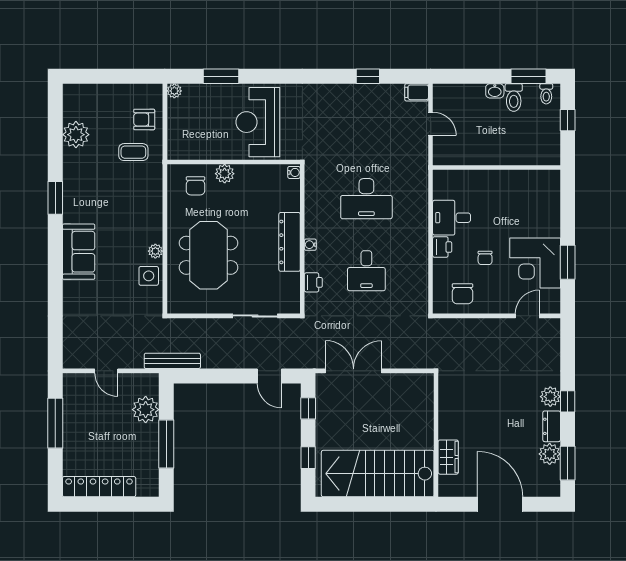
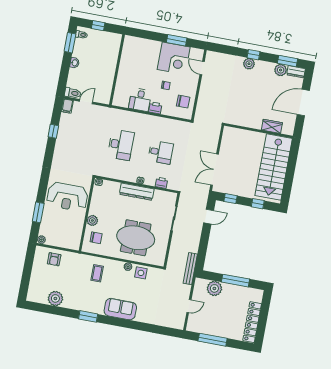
toilet: (514, 97) -> (73, 93), moved
coffee table: (133, 152) -> (97, 273), moved
dresser: (552, 426) -> (296, 72), moved

